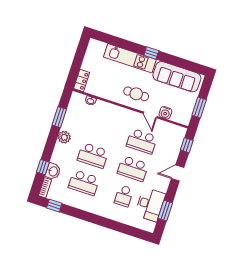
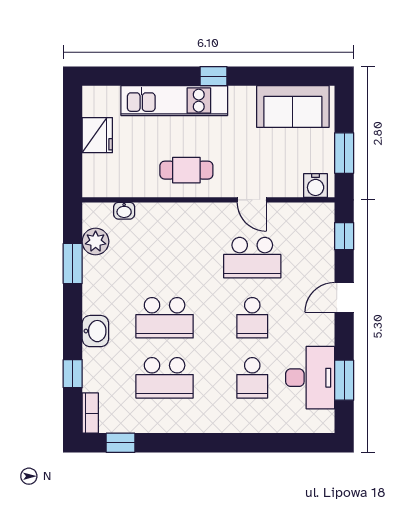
fridge: (90, 62) -> (97, 135), added
sofa: (177, 77) -> (293, 106), width x0.73
locker: (82, 80) -> (93, 176), removed
cafe table: (136, 94) -> (186, 170), moved
water cooler: (165, 113) -> (316, 186), moved
plant: (64, 137) -> (96, 242), moved
school desk: (133, 169) -> (252, 318), width x0.54
washbasin: (53, 171) -> (95, 331), moved

